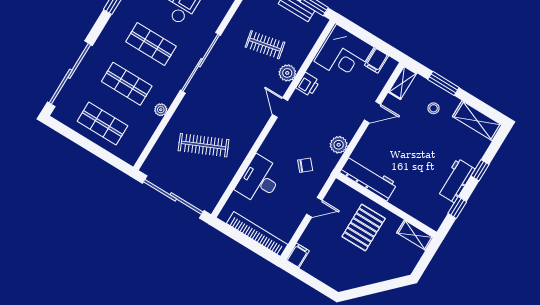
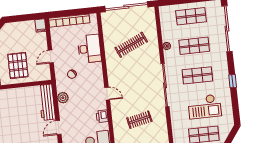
plant: (287, 73) -> (117, 114), removed
workbench: (368, 178) -> (47, 102), moved, turned 90

